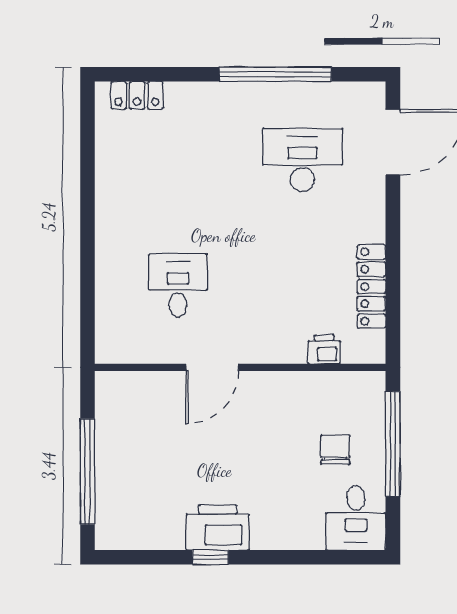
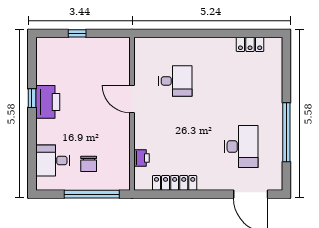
locker: (137, 95) -> (250, 44), moved, turned -90
chair: (335, 450) -> (89, 164), turned 90
window: (87, 472) -> (77, 33), width x0.32
desk: (356, 518) -> (53, 160), moved

